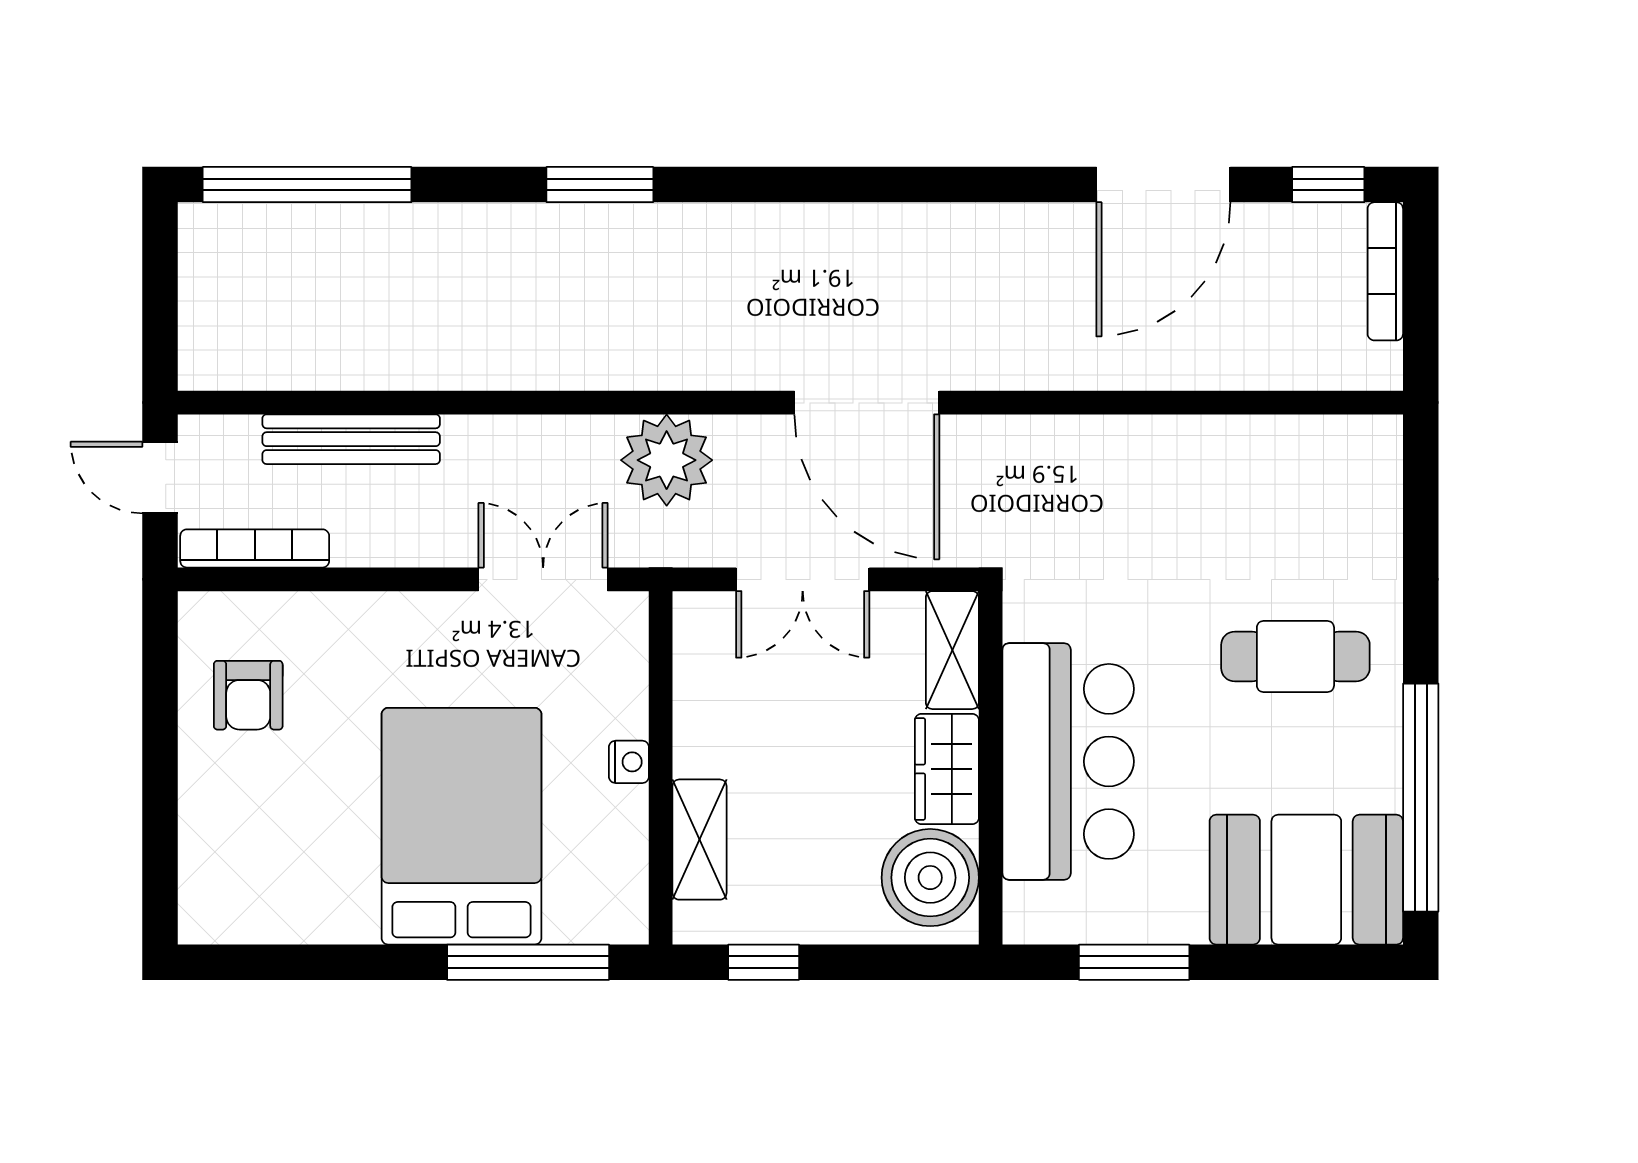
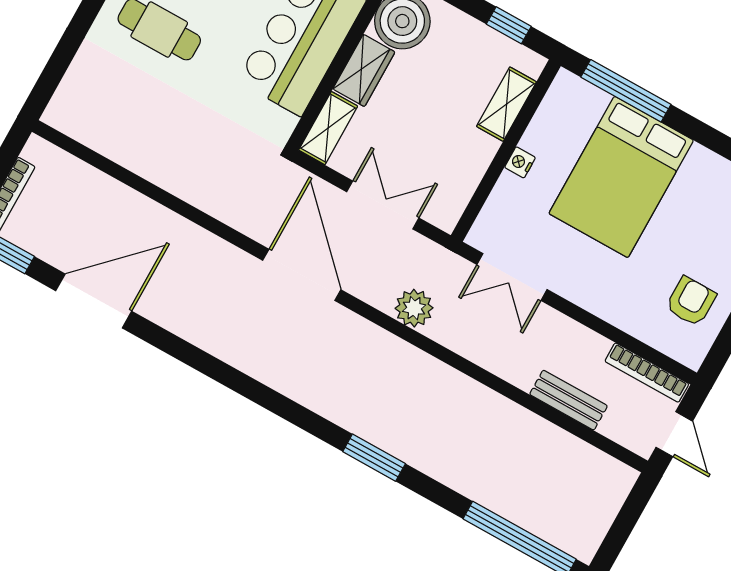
bench: (351, 439) -> (569, 400), width x0.73
plant: (667, 460) -> (414, 308), width x0.73, depth x0.73

